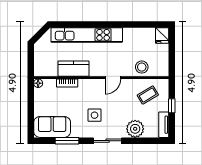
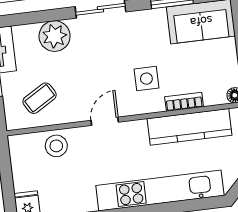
kitchen counter: (73, 69) -> (189, 127), width x1.50
side table: (95, 115) -> (146, 79), moved

